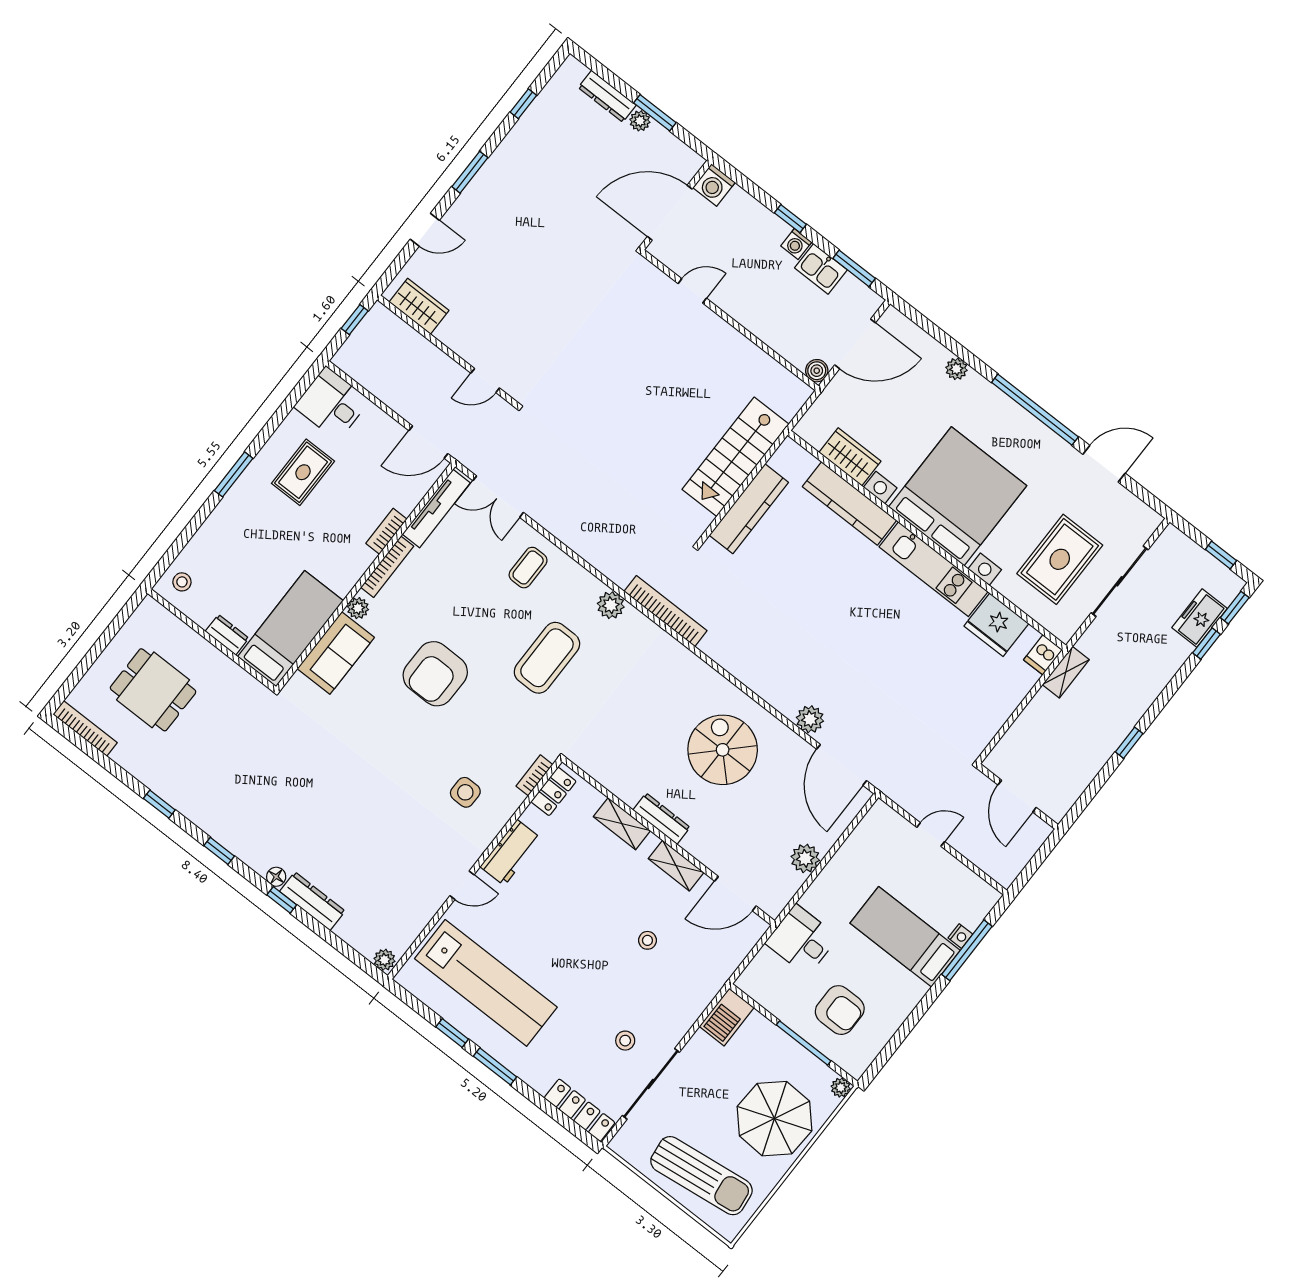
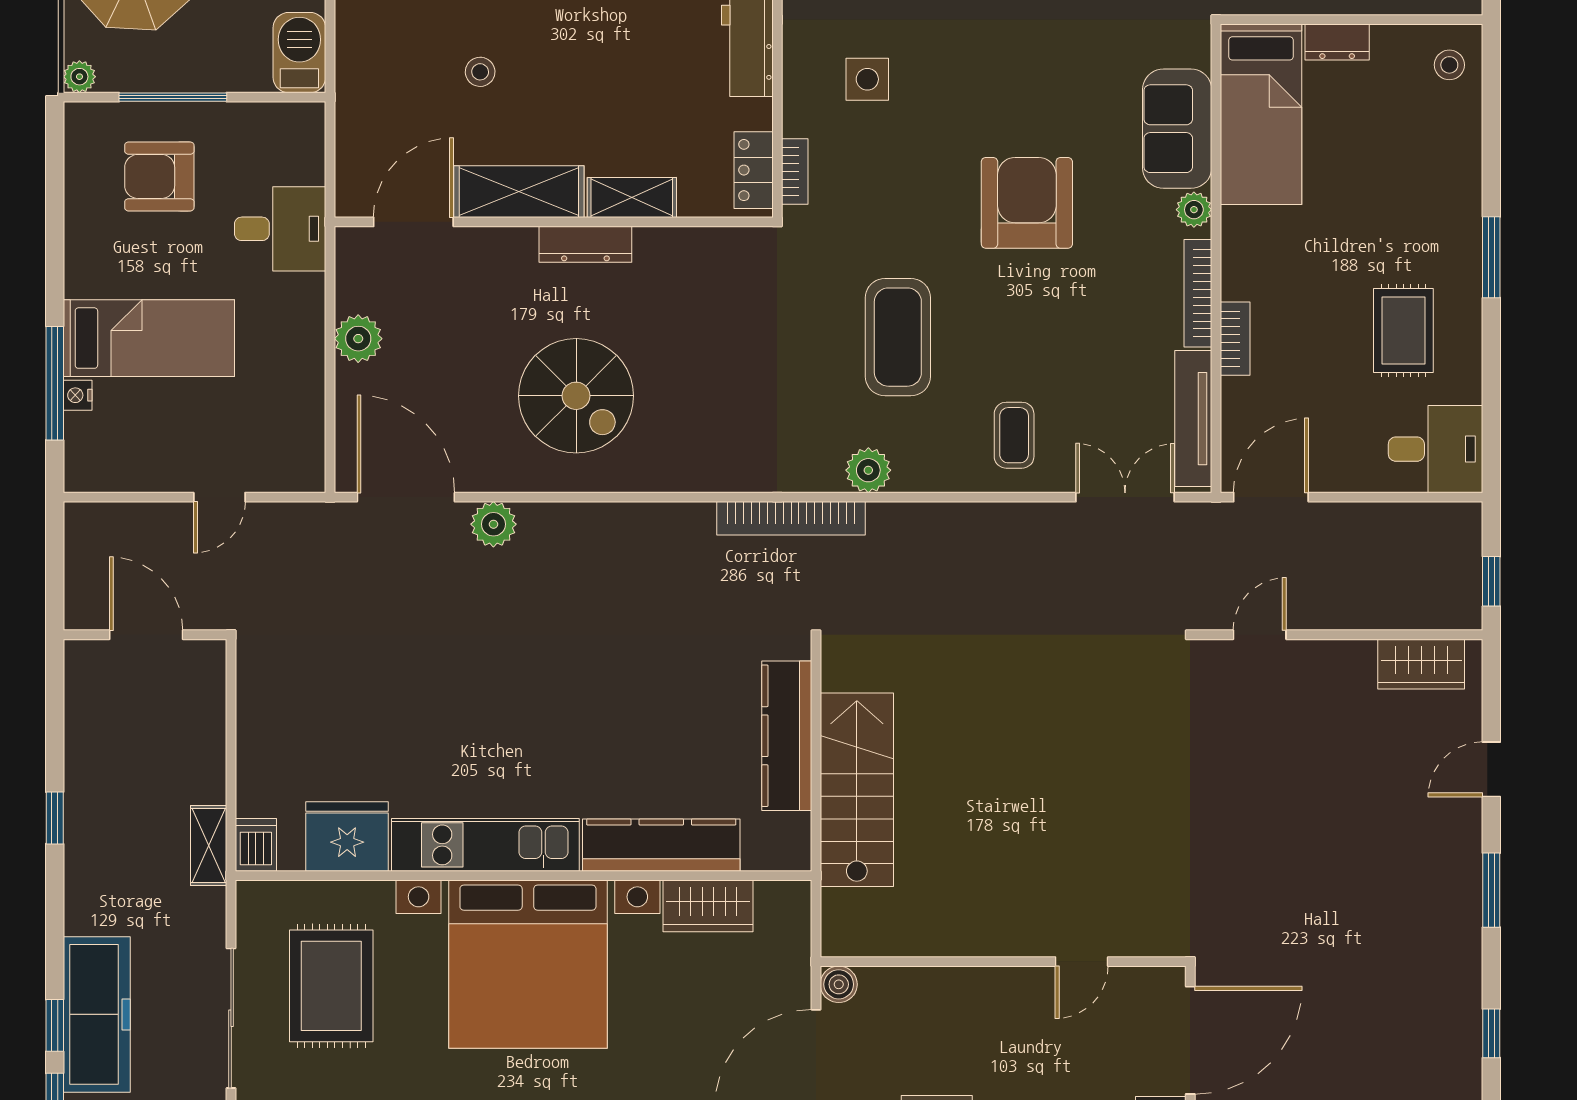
freezer: (1200, 618) -> (97, 1014), width x1.91, depth x1.26
shelving: (676, 866) -> (519, 192), width x1.50, depth x1.33

